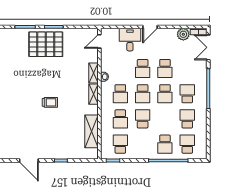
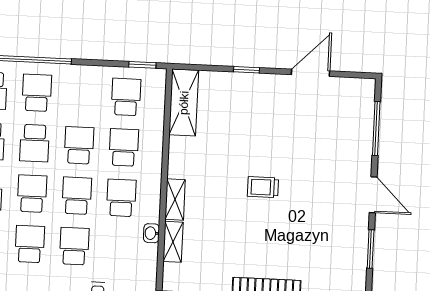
school desk: (143, 119) -> (79, 145), turned 180
school desk: (165, 119) -> (34, 143), added
shelving: (91, 131) -> (184, 103), moved
school desk: (120, 144) -> (126, 97), turned 180
door: (29, 161) -> (310, 73), hinge flipped

